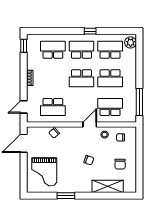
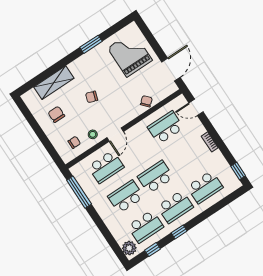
window: (116, 31) -> (152, 250), added
door: (24, 107) -> (196, 107), swing flipped

